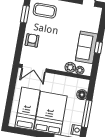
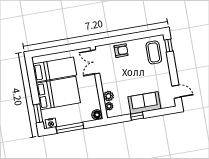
window: (25, 14) -> (144, 35), removed
sofa: (87, 47) -> (144, 103), moved
floor lamp: (82, 95) -> (97, 115), moved

